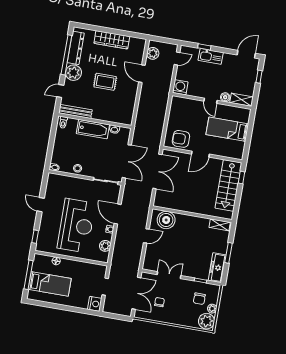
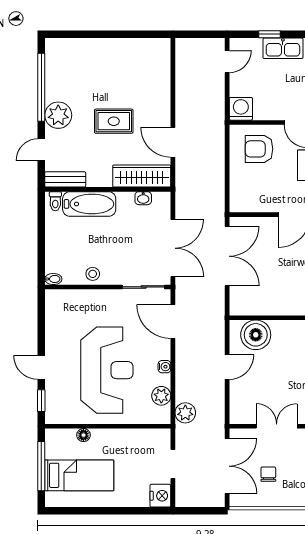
wardrobe: (112, 40) -> (142, 176), moved, turned 180
dresser: (76, 48) -> (55, 73), removed
plant: (153, 53) -> (185, 413), moved
door: (142, 74) -> (173, 142), moved
bench: (75, 111) -> (65, 179), width x0.73
bathtub: (93, 129) -> (89, 204), moved
armchair: (181, 139) -> (259, 149), moved
door: (41, 205) -> (41, 367), moved
door: (118, 214) -> (173, 322), moved

